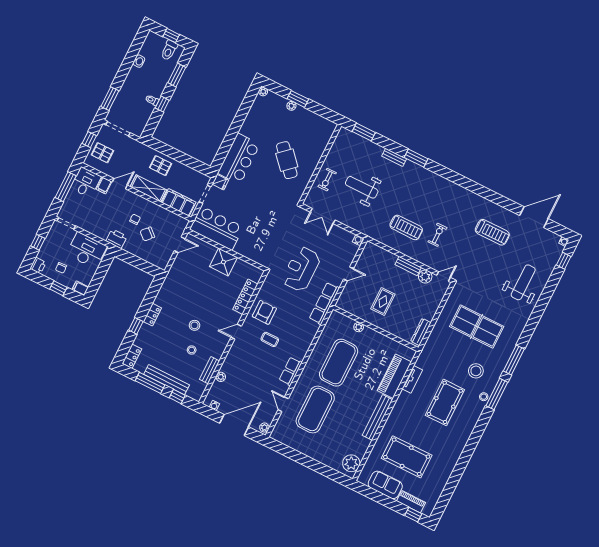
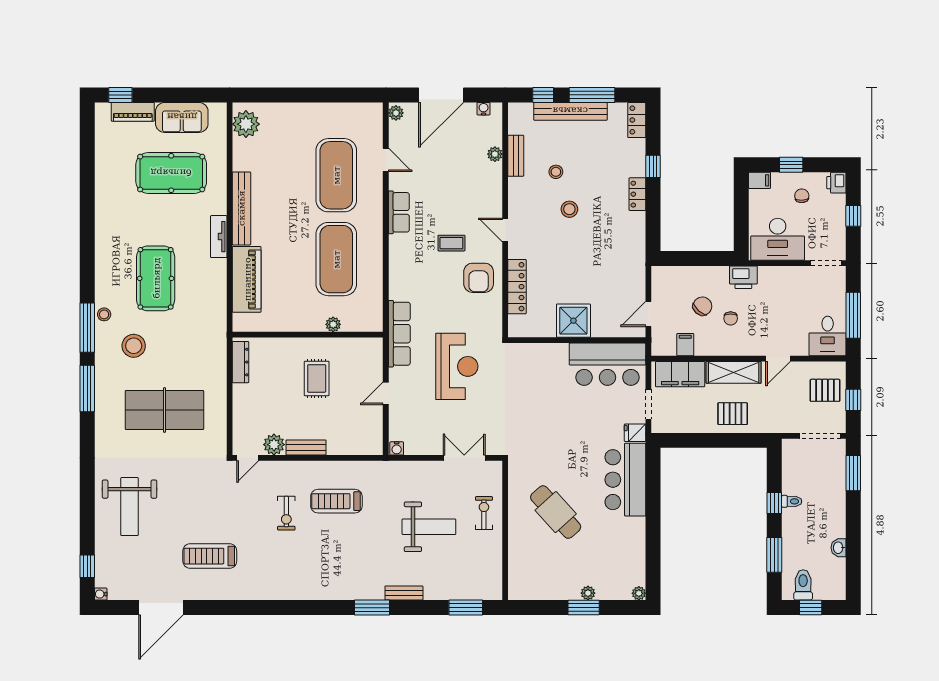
filing cabinet: (104, 185) -> (685, 345), moved
door: (236, 332) -> (505, 230), swing flipped
tv unit: (412, 379) -> (219, 237), moved

